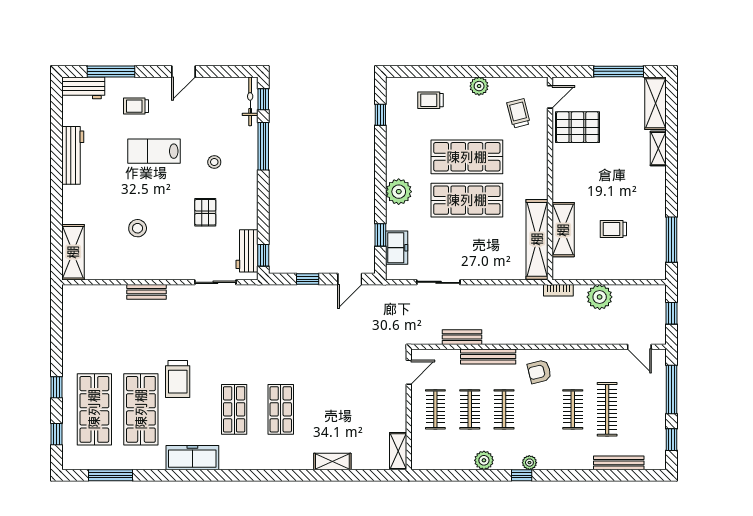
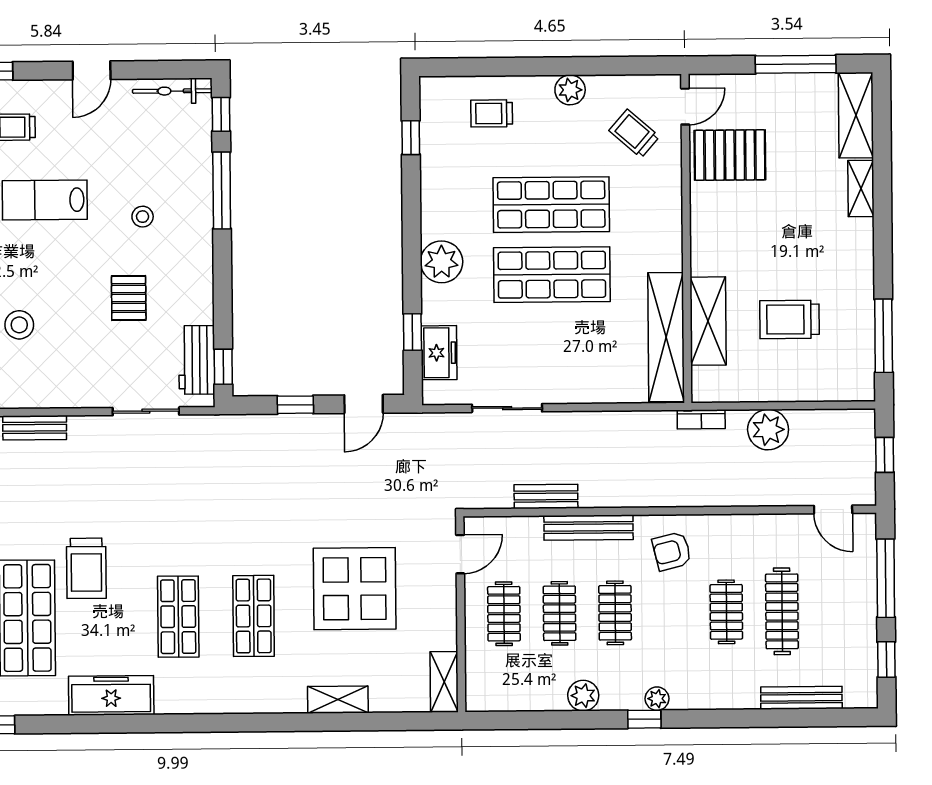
bicycle: (250, 101) -> (172, 91), moved, turned -90
trolley: (518, 113) -> (634, 133), turned -35
trolley: (613, 229) -> (789, 319), width x1.36, depth x1.39
display table: (343, 393) -> (355, 589), added

